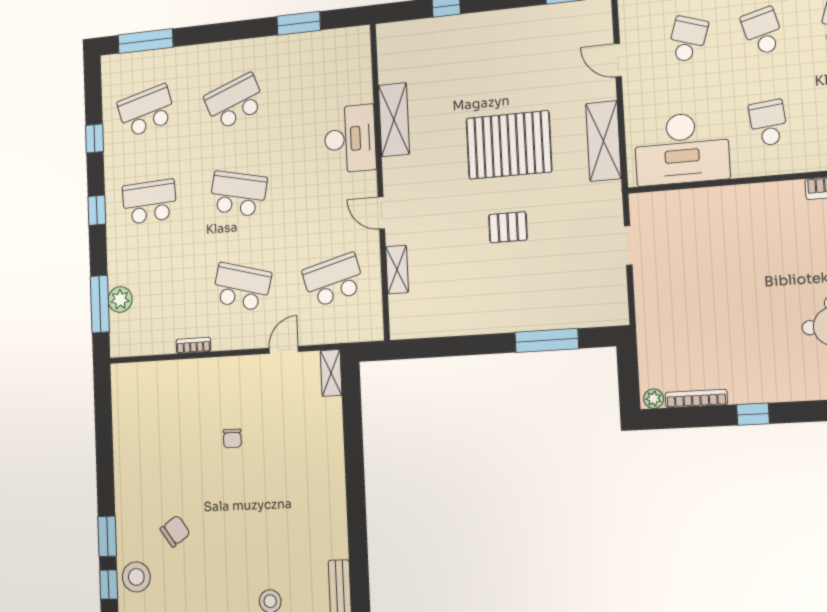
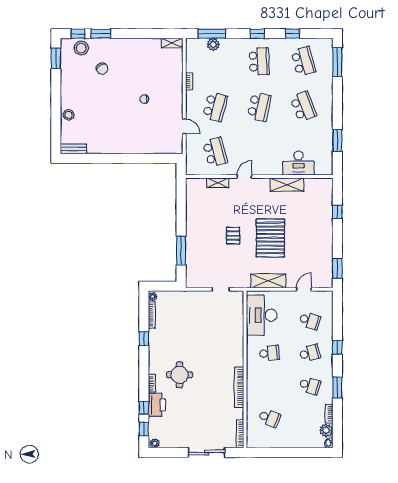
desk: (350, 139) -> (299, 163), moved
shelving: (331, 373) -> (172, 43), moved

